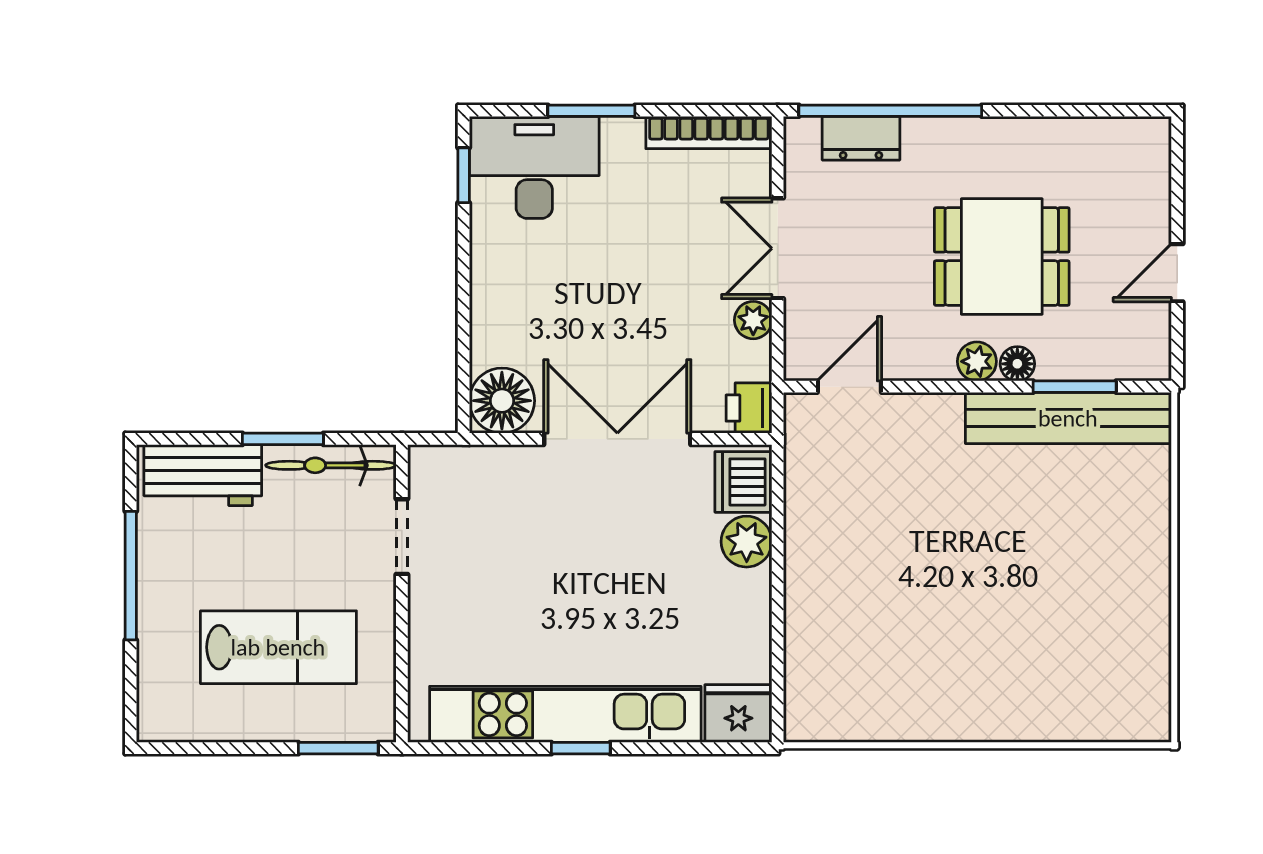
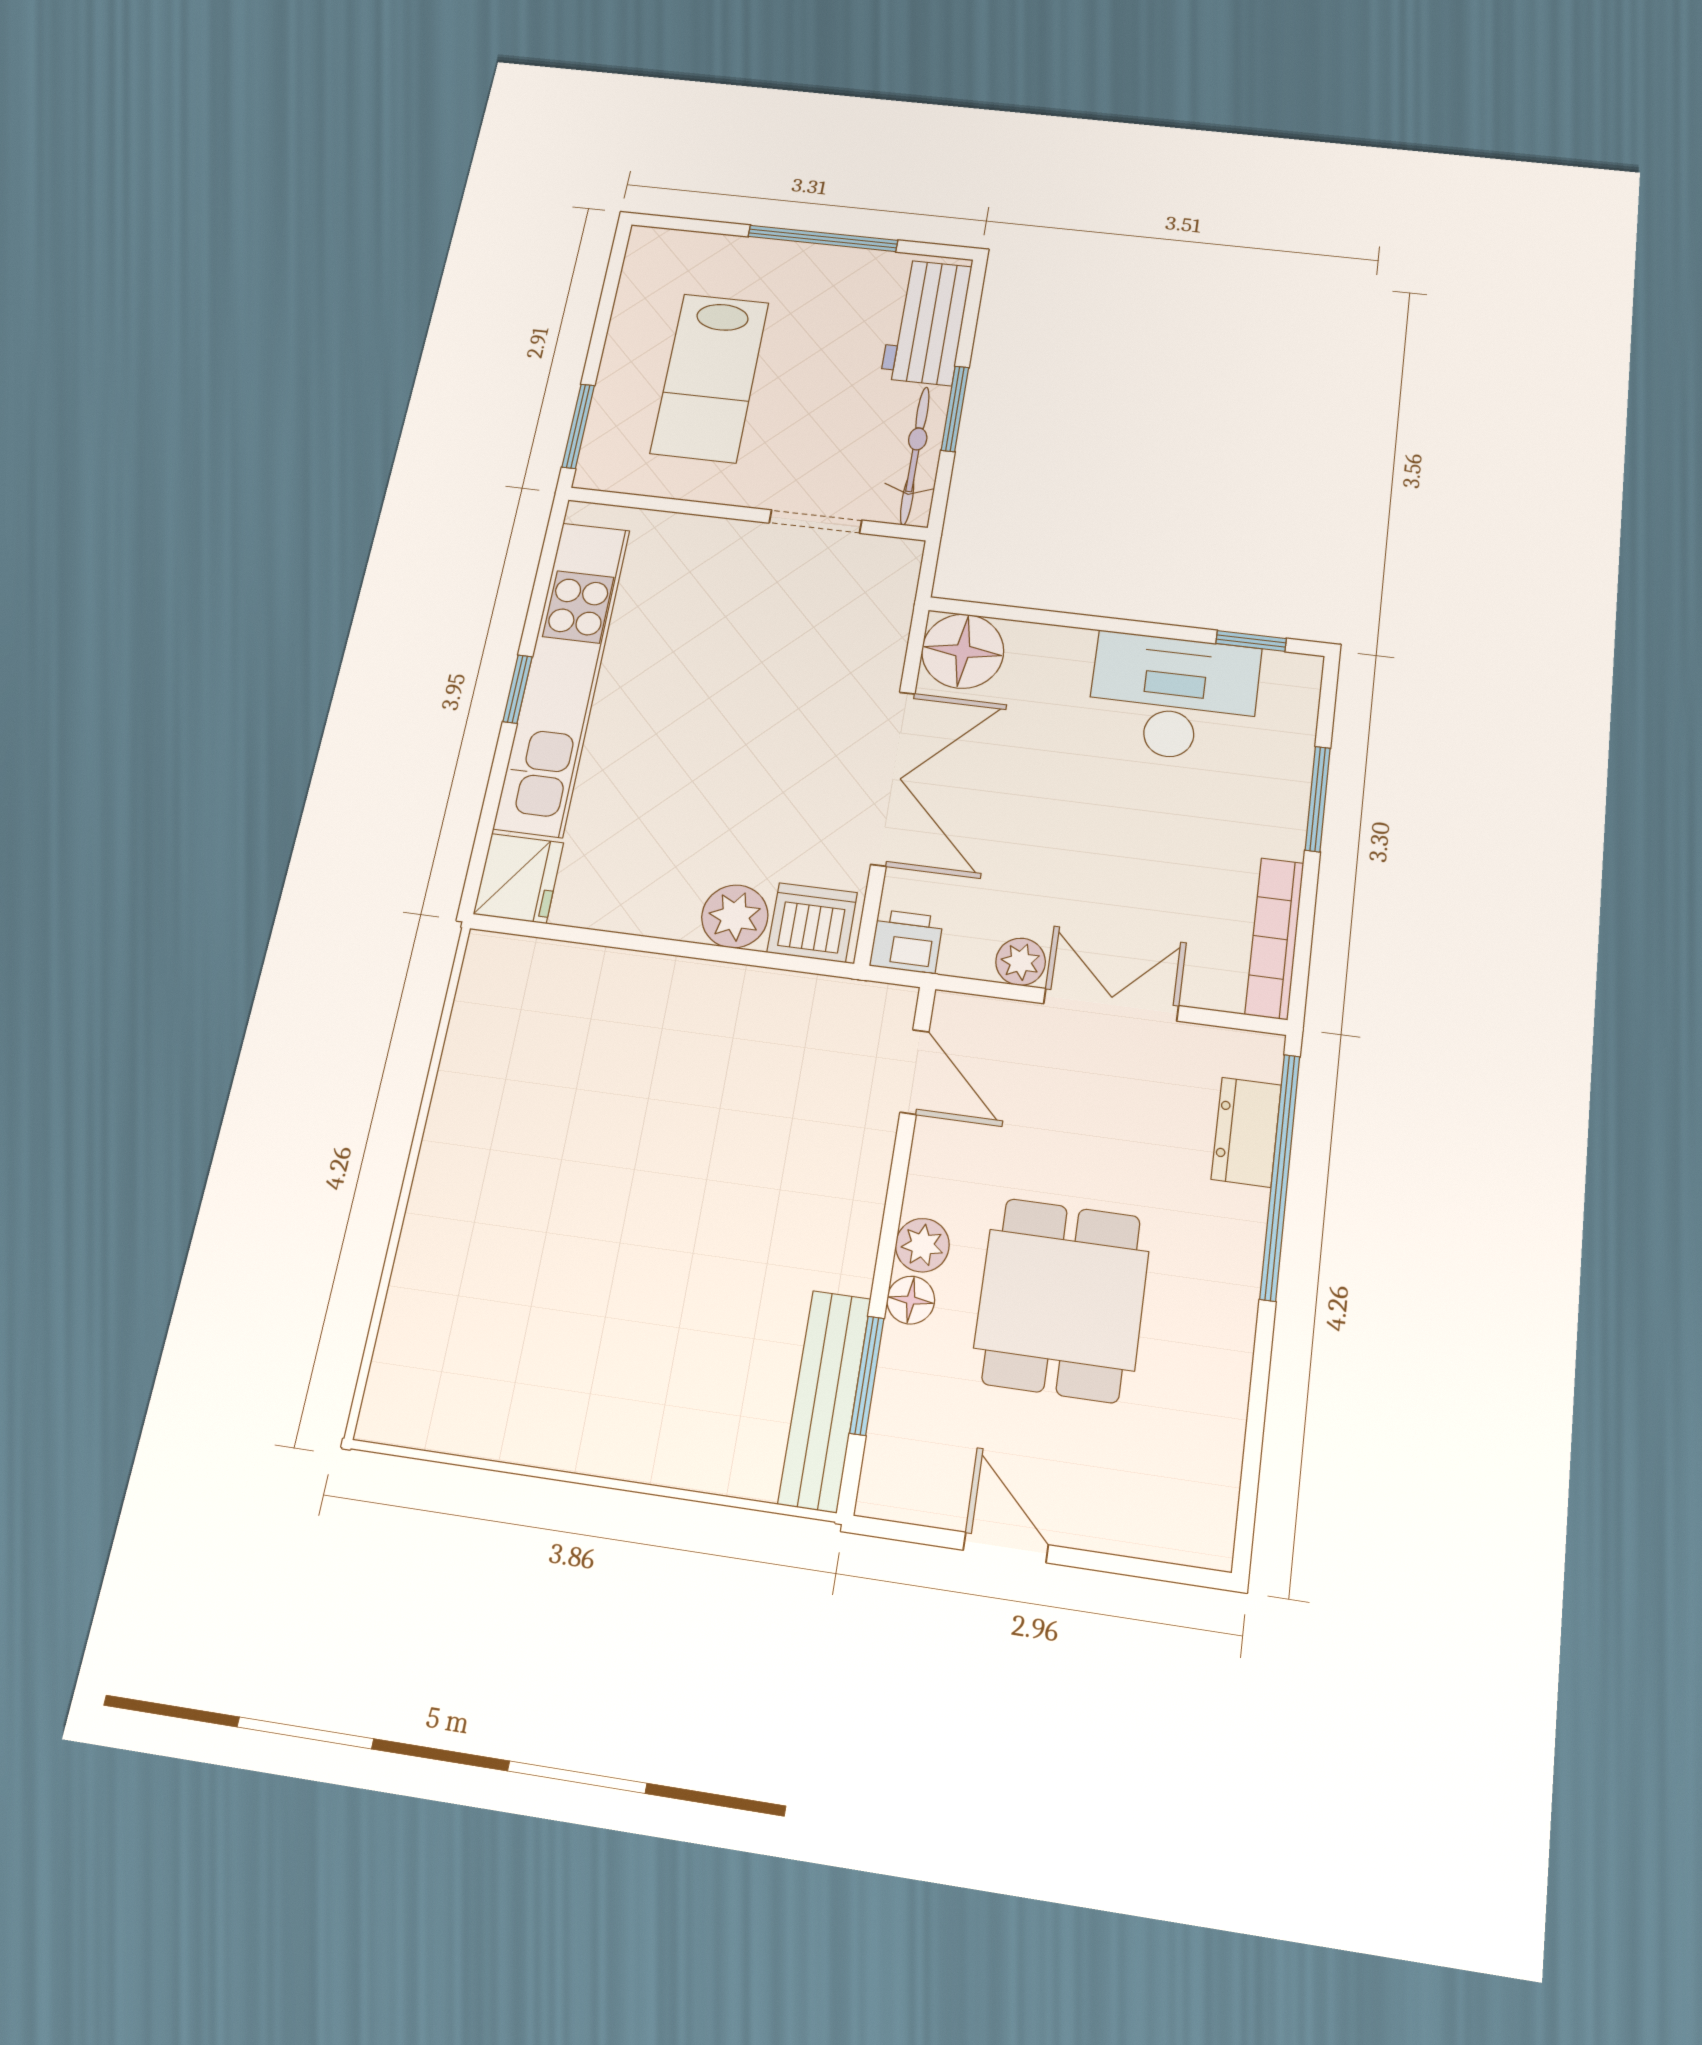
desk: (534, 167) -> (1173, 697), moved, turned -90
bench: (1068, 418) -> (825, 1400), width x0.73, depth x0.82

